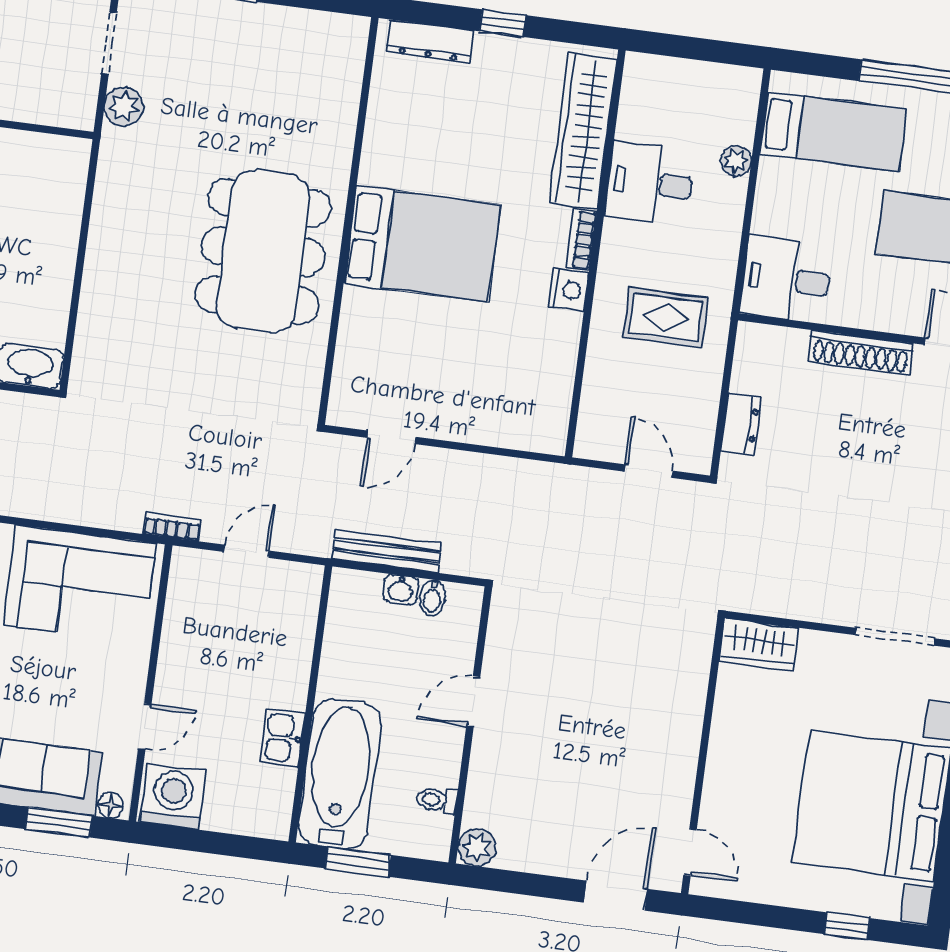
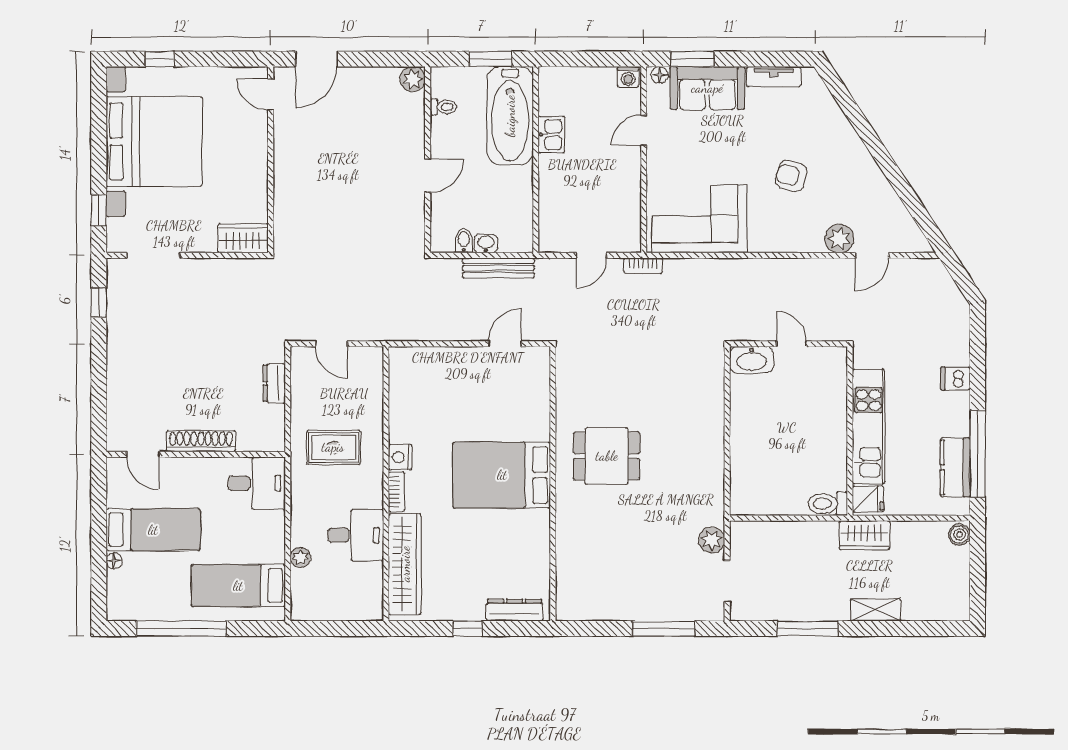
dining table: (263, 252) -> (607, 456), width x0.53, depth x0.80
washing machine: (173, 796) -> (628, 77), width x0.53, depth x0.53

